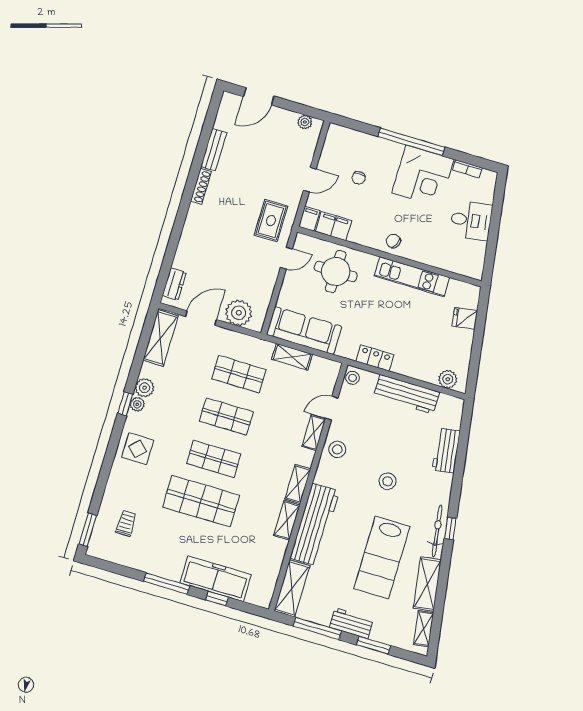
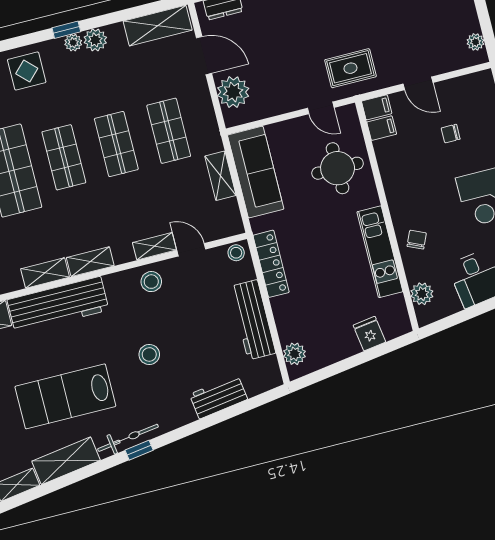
filing cabinet: (334, 226) -> (382, 128), width x0.50
chair: (393, 241) -> (417, 240), moved
plant: (459, 265) -> (422, 294), added
locker: (375, 358) -> (271, 264), width x1.53

